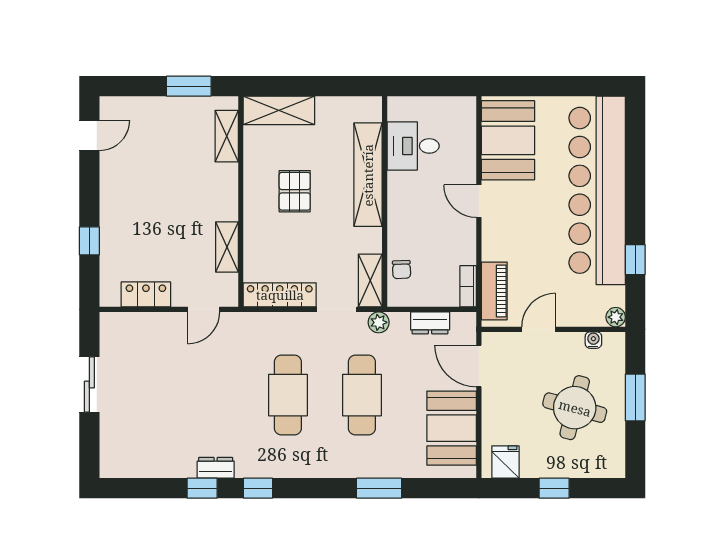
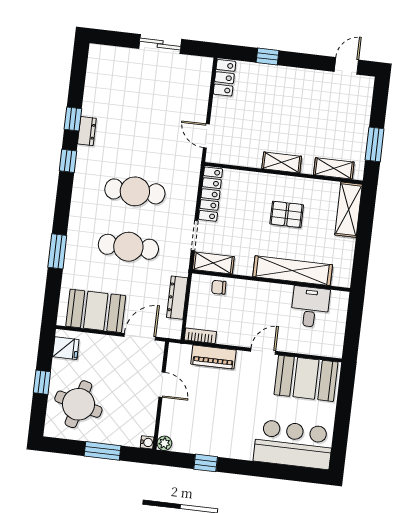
door: (89, 135) -> (346, 66), swing flipped
bar counter: (597, 190) -> (293, 444), width x0.54
shelving: (227, 247) -> (282, 162), moved
piano: (494, 291) -> (213, 357), moved
locker: (146, 294) -> (224, 78), moved
plant: (379, 322) -> (181, 266), removed
dresser: (430, 323) -> (177, 298), width x1.44
water cooler: (593, 340) -> (147, 442), moved
round table: (575, 408) -> (78, 404), moved

